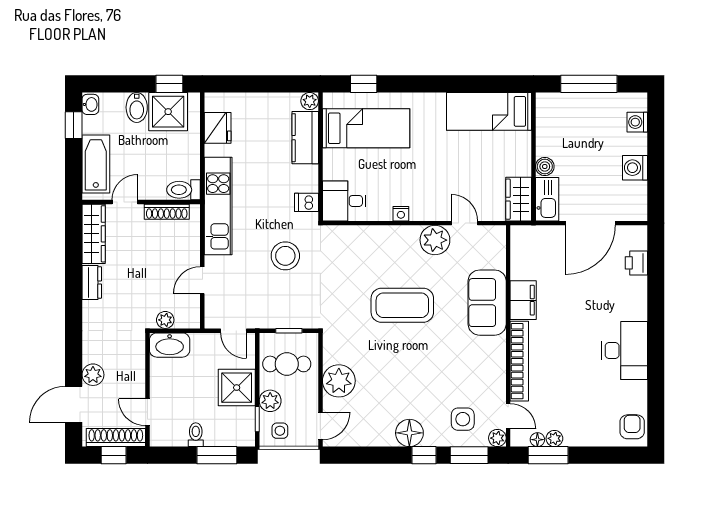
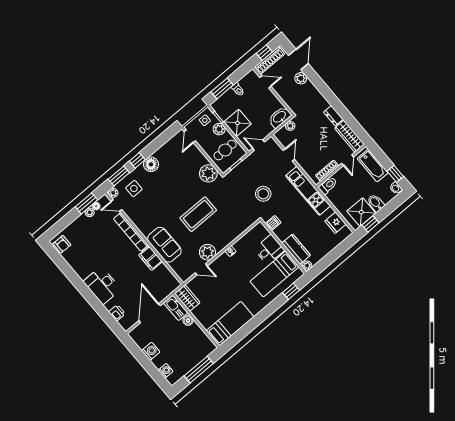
desk: (344, 201) -> (269, 250), moved
desk: (624, 350) -> (102, 285), moved
plant: (339, 381) -> (208, 173), moved

